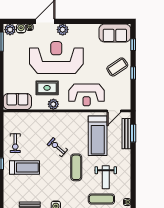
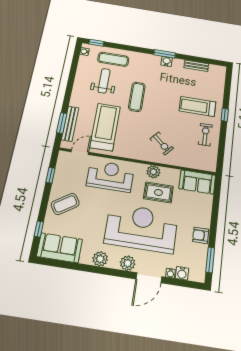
plant: (10, 30) -> (100, 259), moved
reception desk: (56, 58) -> (141, 228), turned 180
armchair: (10, 59) -> (201, 235), added
window: (133, 73) -> (50, 175), moved
exercise bike: (57, 147) -> (162, 143), moved

